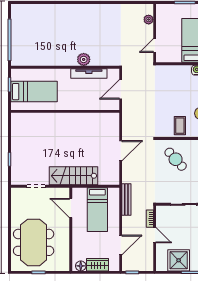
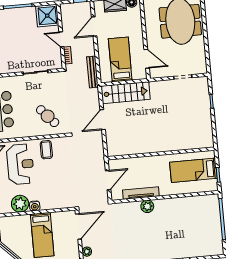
door: (155, 45) -> (78, 227), width x1.87
stairs: (74, 176) -> (126, 93), moved
shower: (179, 260) -> (47, 16), moved

